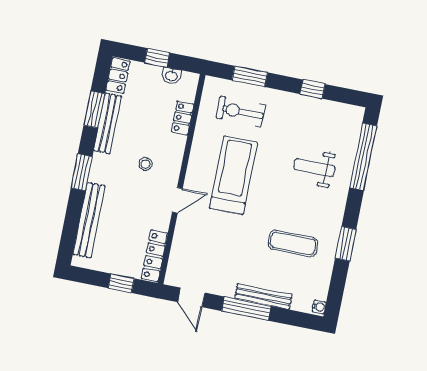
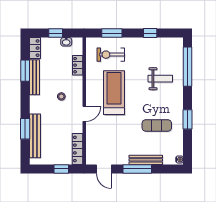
weight bench: (314, 168) -> (160, 79), turned 180
window: (82, 172) -> (25, 129), moved

